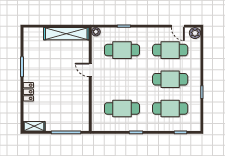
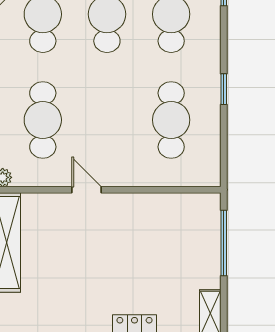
door: (90, 70) -> (87, 190), swing flipped

